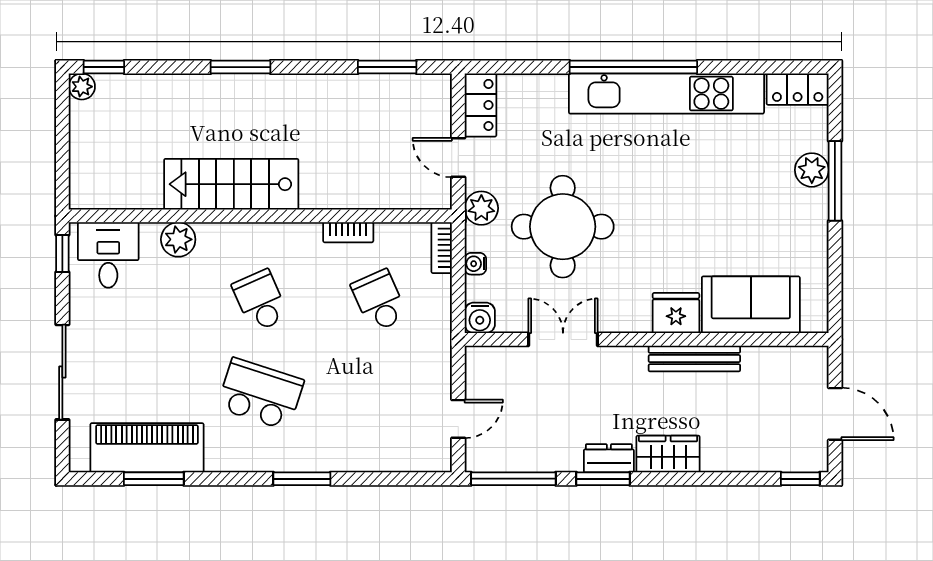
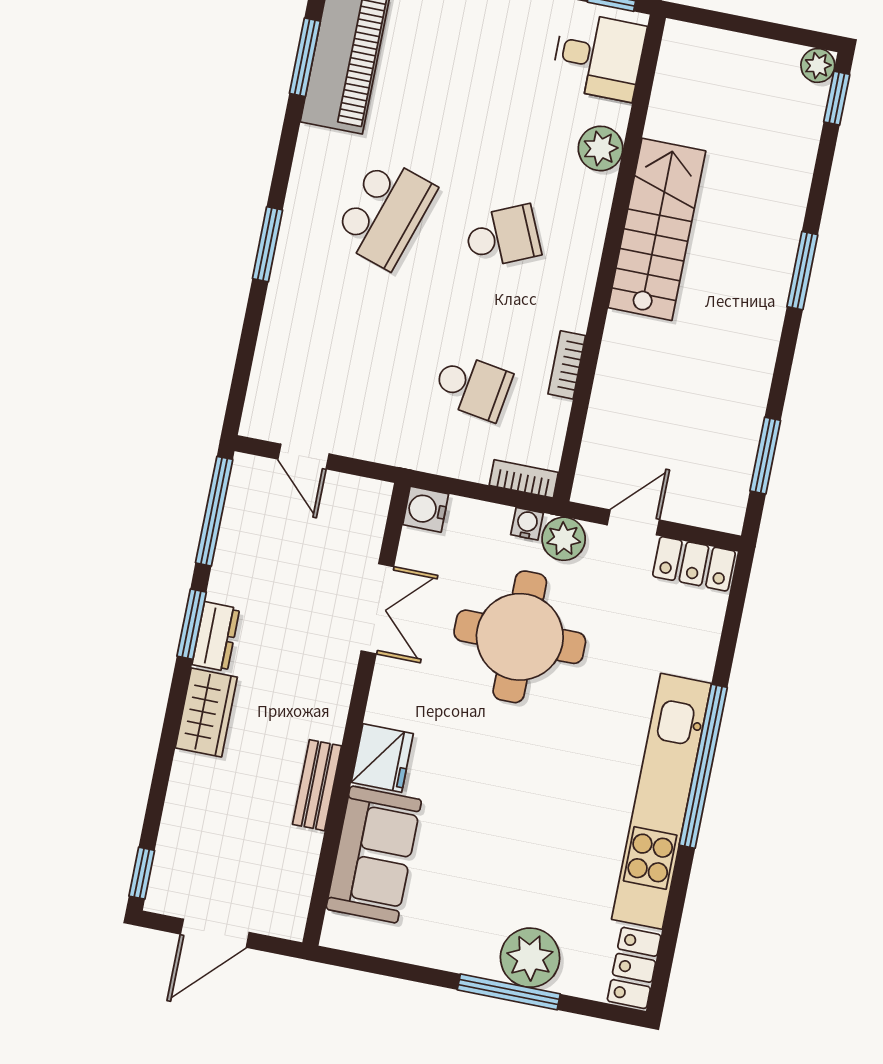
plant: (812, 170) -> (530, 958), width x1.36, depth x1.36
water cooler: (475, 264) -> (527, 524), moved
school desk: (379, 301) -> (473, 387), turned 33
bench: (694, 359) -> (317, 785), width x0.73

